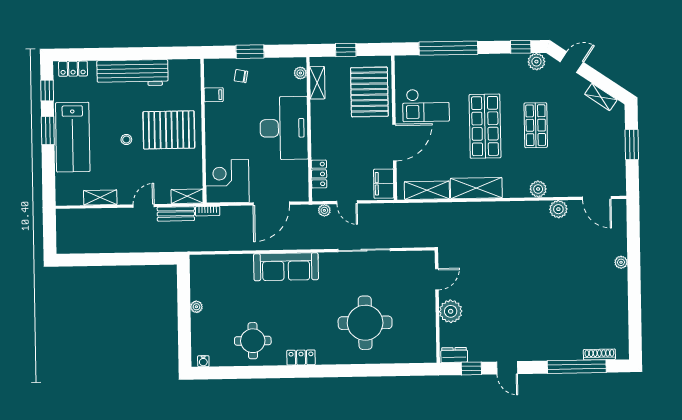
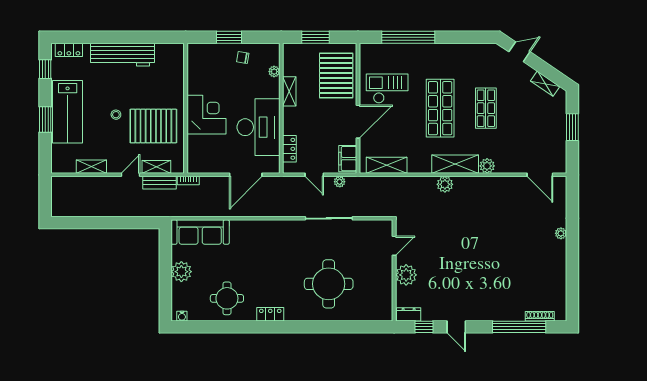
window: (521, 47) -> (474, 37), removed
window: (346, 50) -> (316, 37), width x1.50
plant: (536, 62) -> (488, 51), removed
plant: (300, 73) -> (274, 72), moved
chair: (241, 76) -> (243, 58), moved
shelving: (317, 83) -> (289, 91), moved
filing cabinet: (214, 95) -> (196, 76), removed
checkout: (426, 105) -> (387, 89), turned 180
desk: (284, 128) -> (258, 127), moved
pallet: (169, 130) -> (153, 126), moved
window: (48, 131) -> (45, 119), moved
corner desk: (227, 181) -> (207, 115), moved, turned 90
shelving: (476, 188) -> (455, 164), moved
shelving: (187, 196) -> (156, 167), moved
plant: (558, 209) -> (445, 184), moved
plant: (324, 210) -> (340, 182), moved
sofa: (286, 267) -> (200, 232), moved
plant: (196, 307) -> (181, 272), width x1.88, depth x1.88

